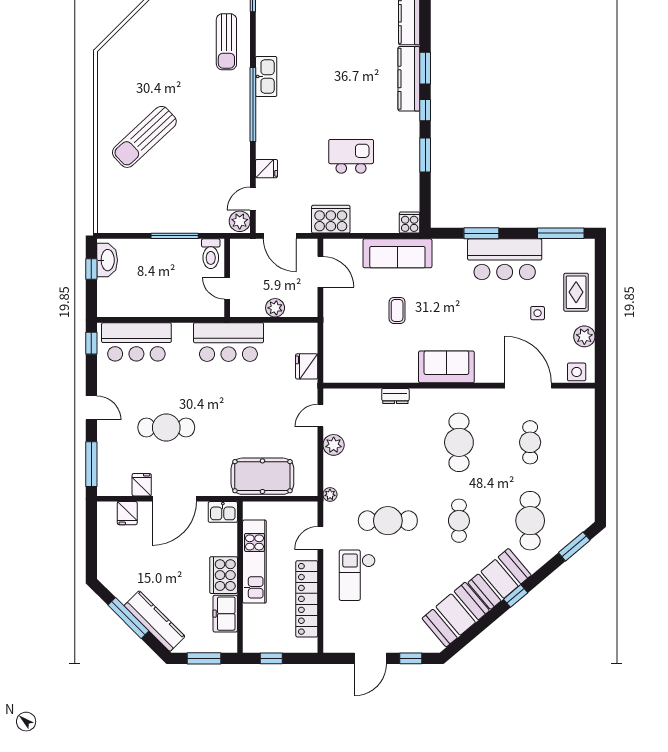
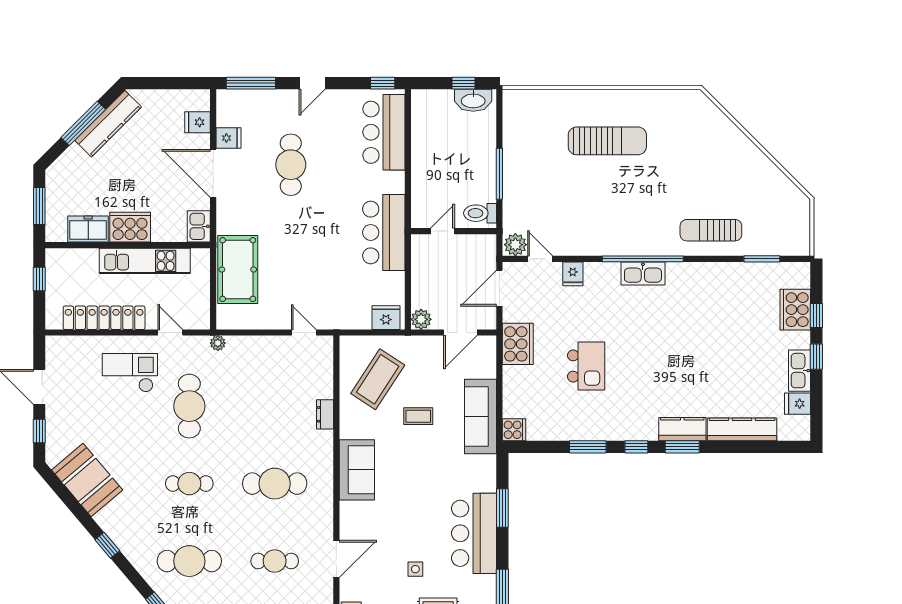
kitchen sink: (266, 76) -> (643, 273), moved
kitchen counter: (409, 79) -> (682, 429), width x0.67
sun lounger: (144, 137) -> (607, 141), turned 133
plant: (275, 308) -> (421, 319), moved
coffee table: (363, 348) -> (378, 379), added
fridge: (307, 366) -> (386, 318), moved
door: (528, 386) -> (336, 559), width x0.73
plant: (334, 445) -> (272, 347), removed
booth: (500, 579) -> (126, 528), removed
kitchen counter: (154, 621) -> (108, 124), moved

